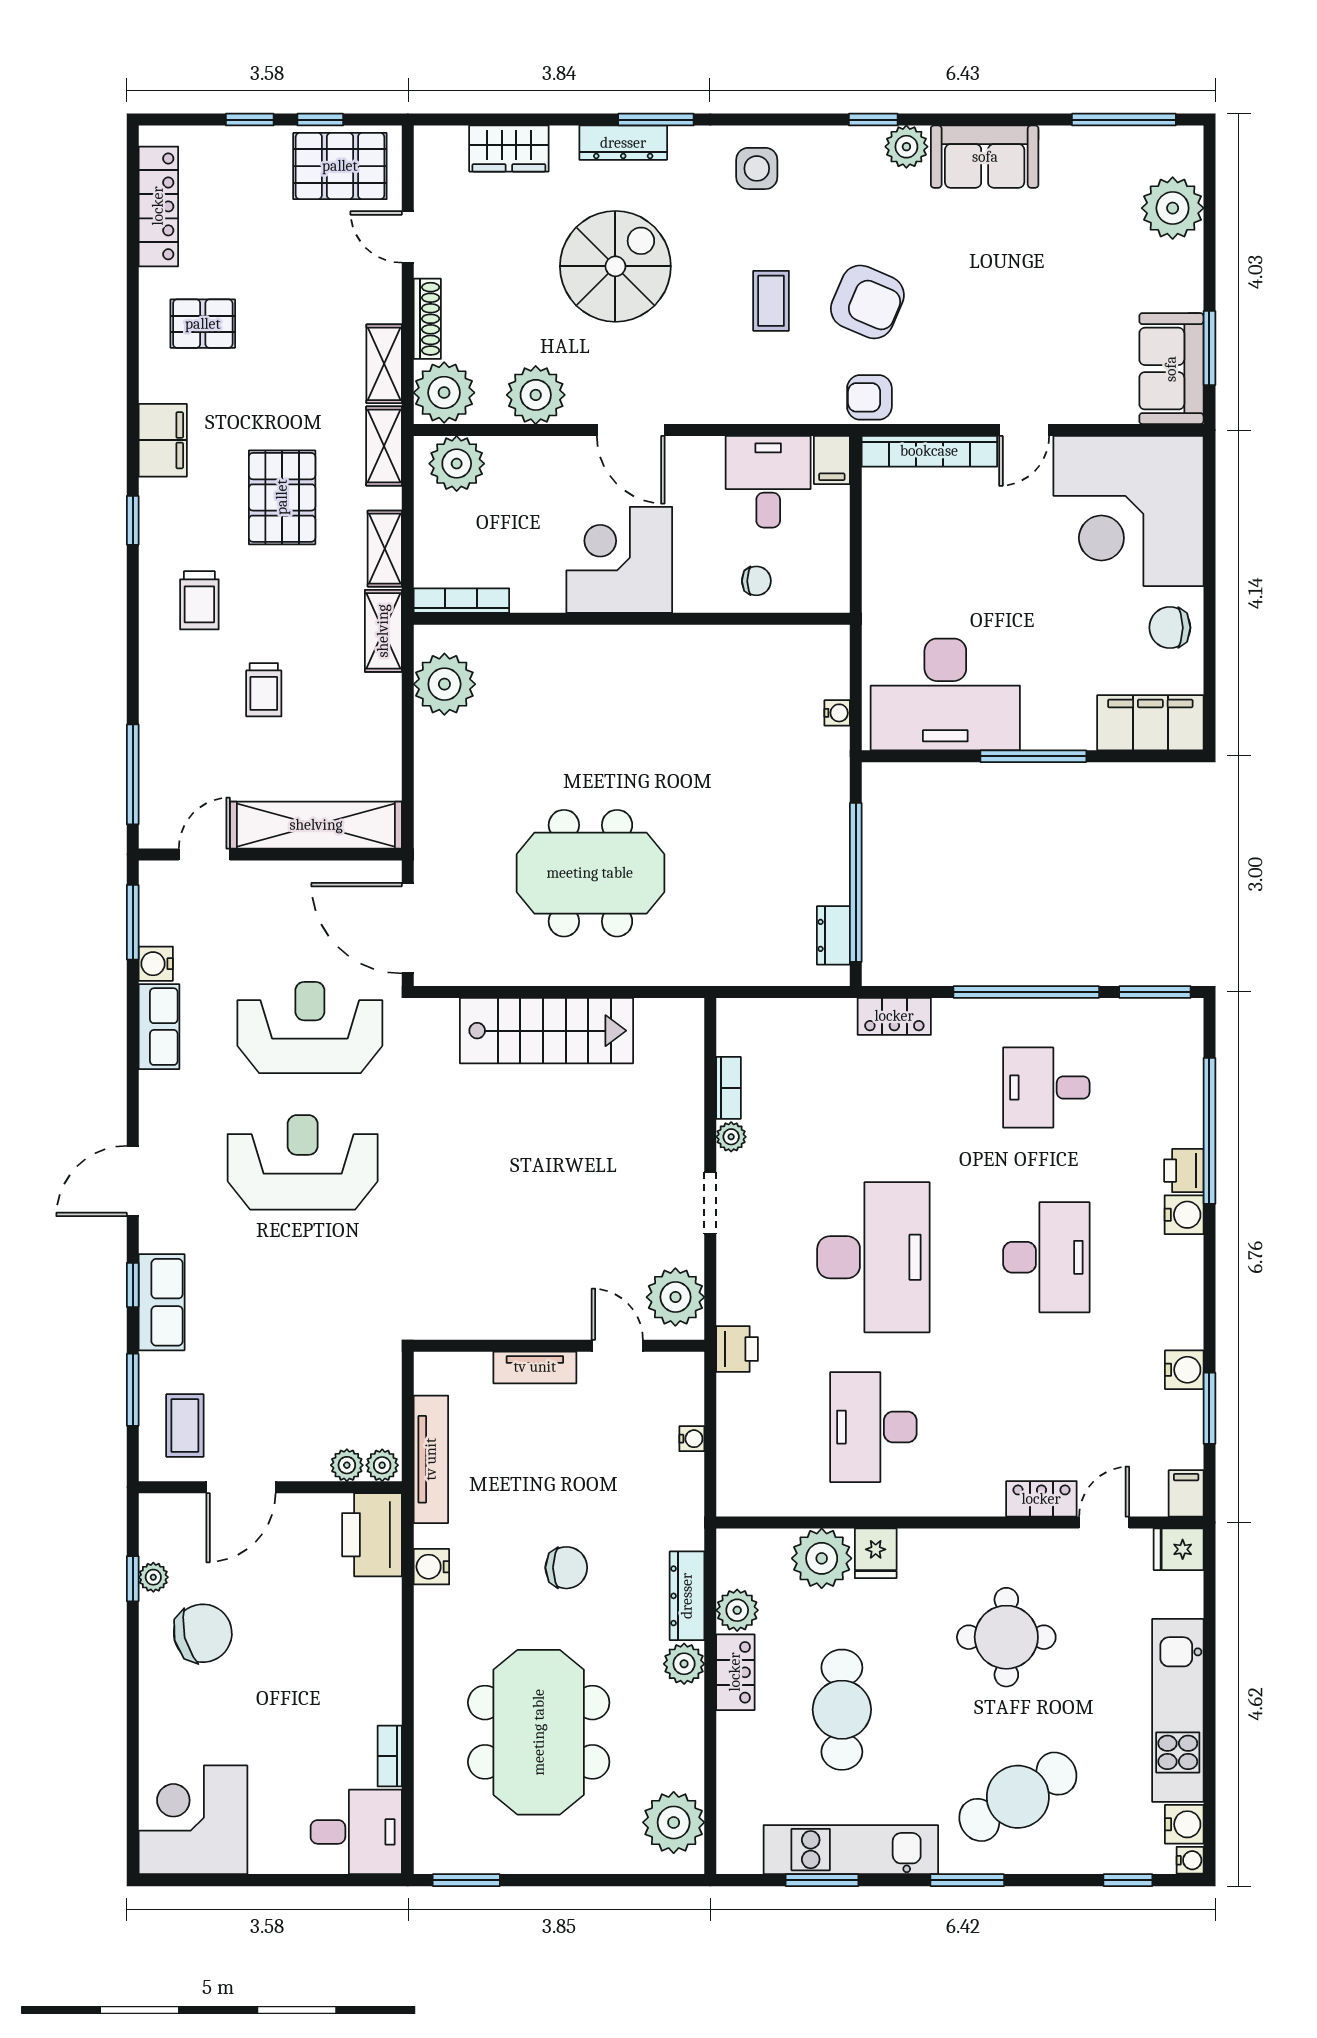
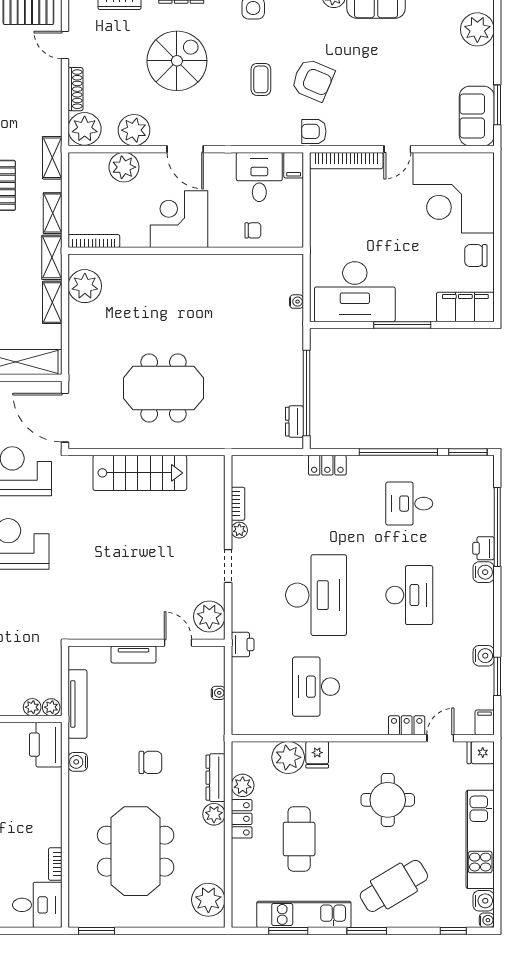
shelving: (384, 364) -> (52, 302), moved
plant: (457, 464) -> (124, 167), moved

